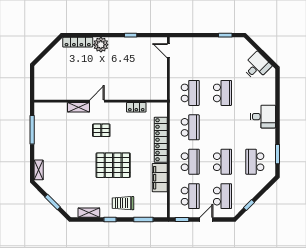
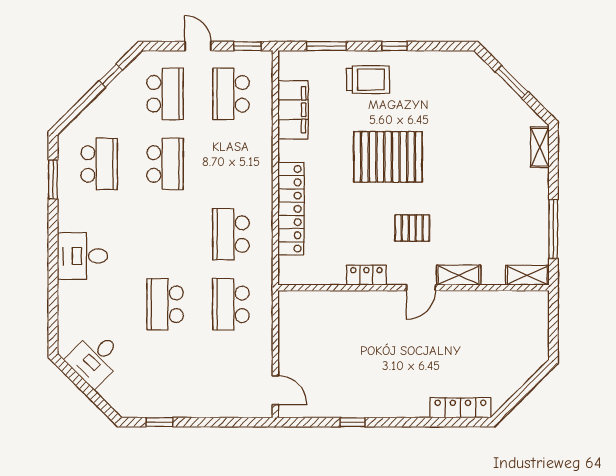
plant: (101, 45) -> (413, 403), removed
locker: (136, 107) -> (366, 275), moved
school desk: (190, 162) -> (231, 164), removed
school desk: (222, 162) -> (165, 164), turned 180
filing cabinet: (160, 178) -> (293, 110), moved
school desk: (222, 196) -> (165, 94), turned 180
shelving: (89, 213) -> (527, 275), moved
door: (206, 220) -> (198, 46), swing flipped

